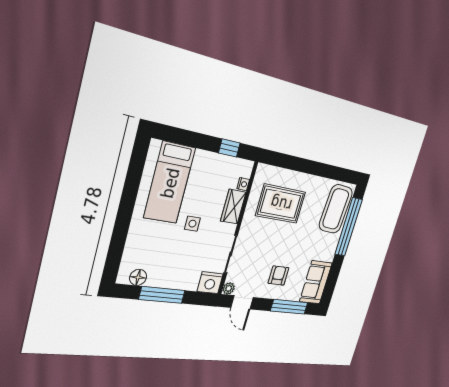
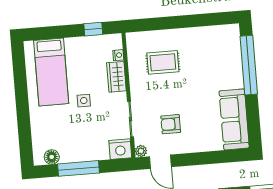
rug: (281, 204) -> (163, 62), width x0.73, depth x0.70
coffee table: (336, 209) -> (225, 52), removed
armchair: (279, 276) -> (171, 124), moved, turned -90
sofa: (316, 282) -> (234, 119), width x1.36
window: (289, 307) -> (214, 157), removed

